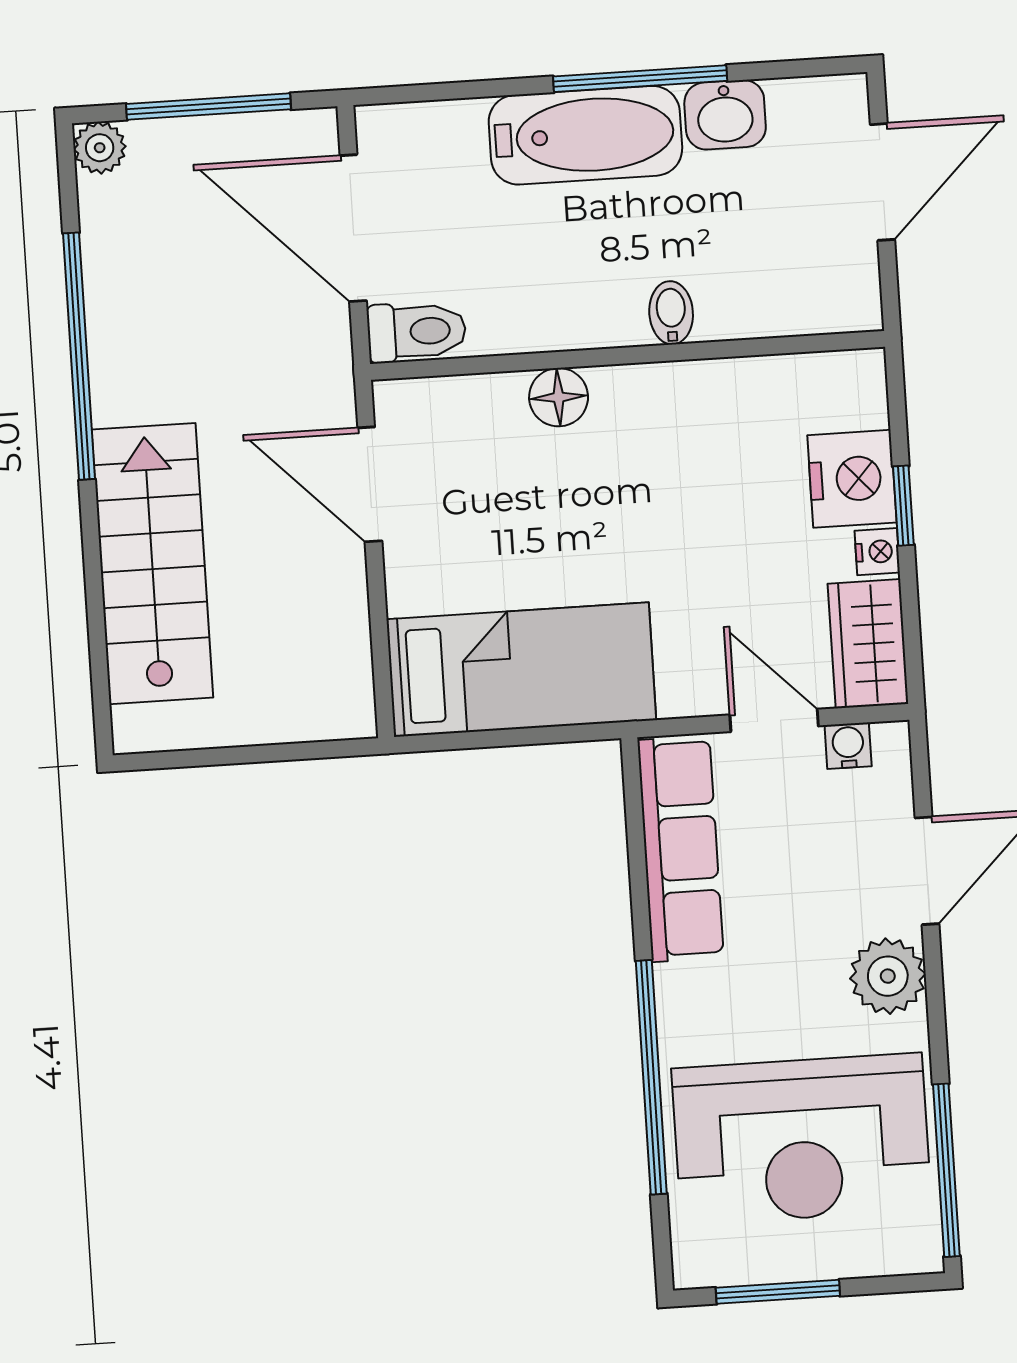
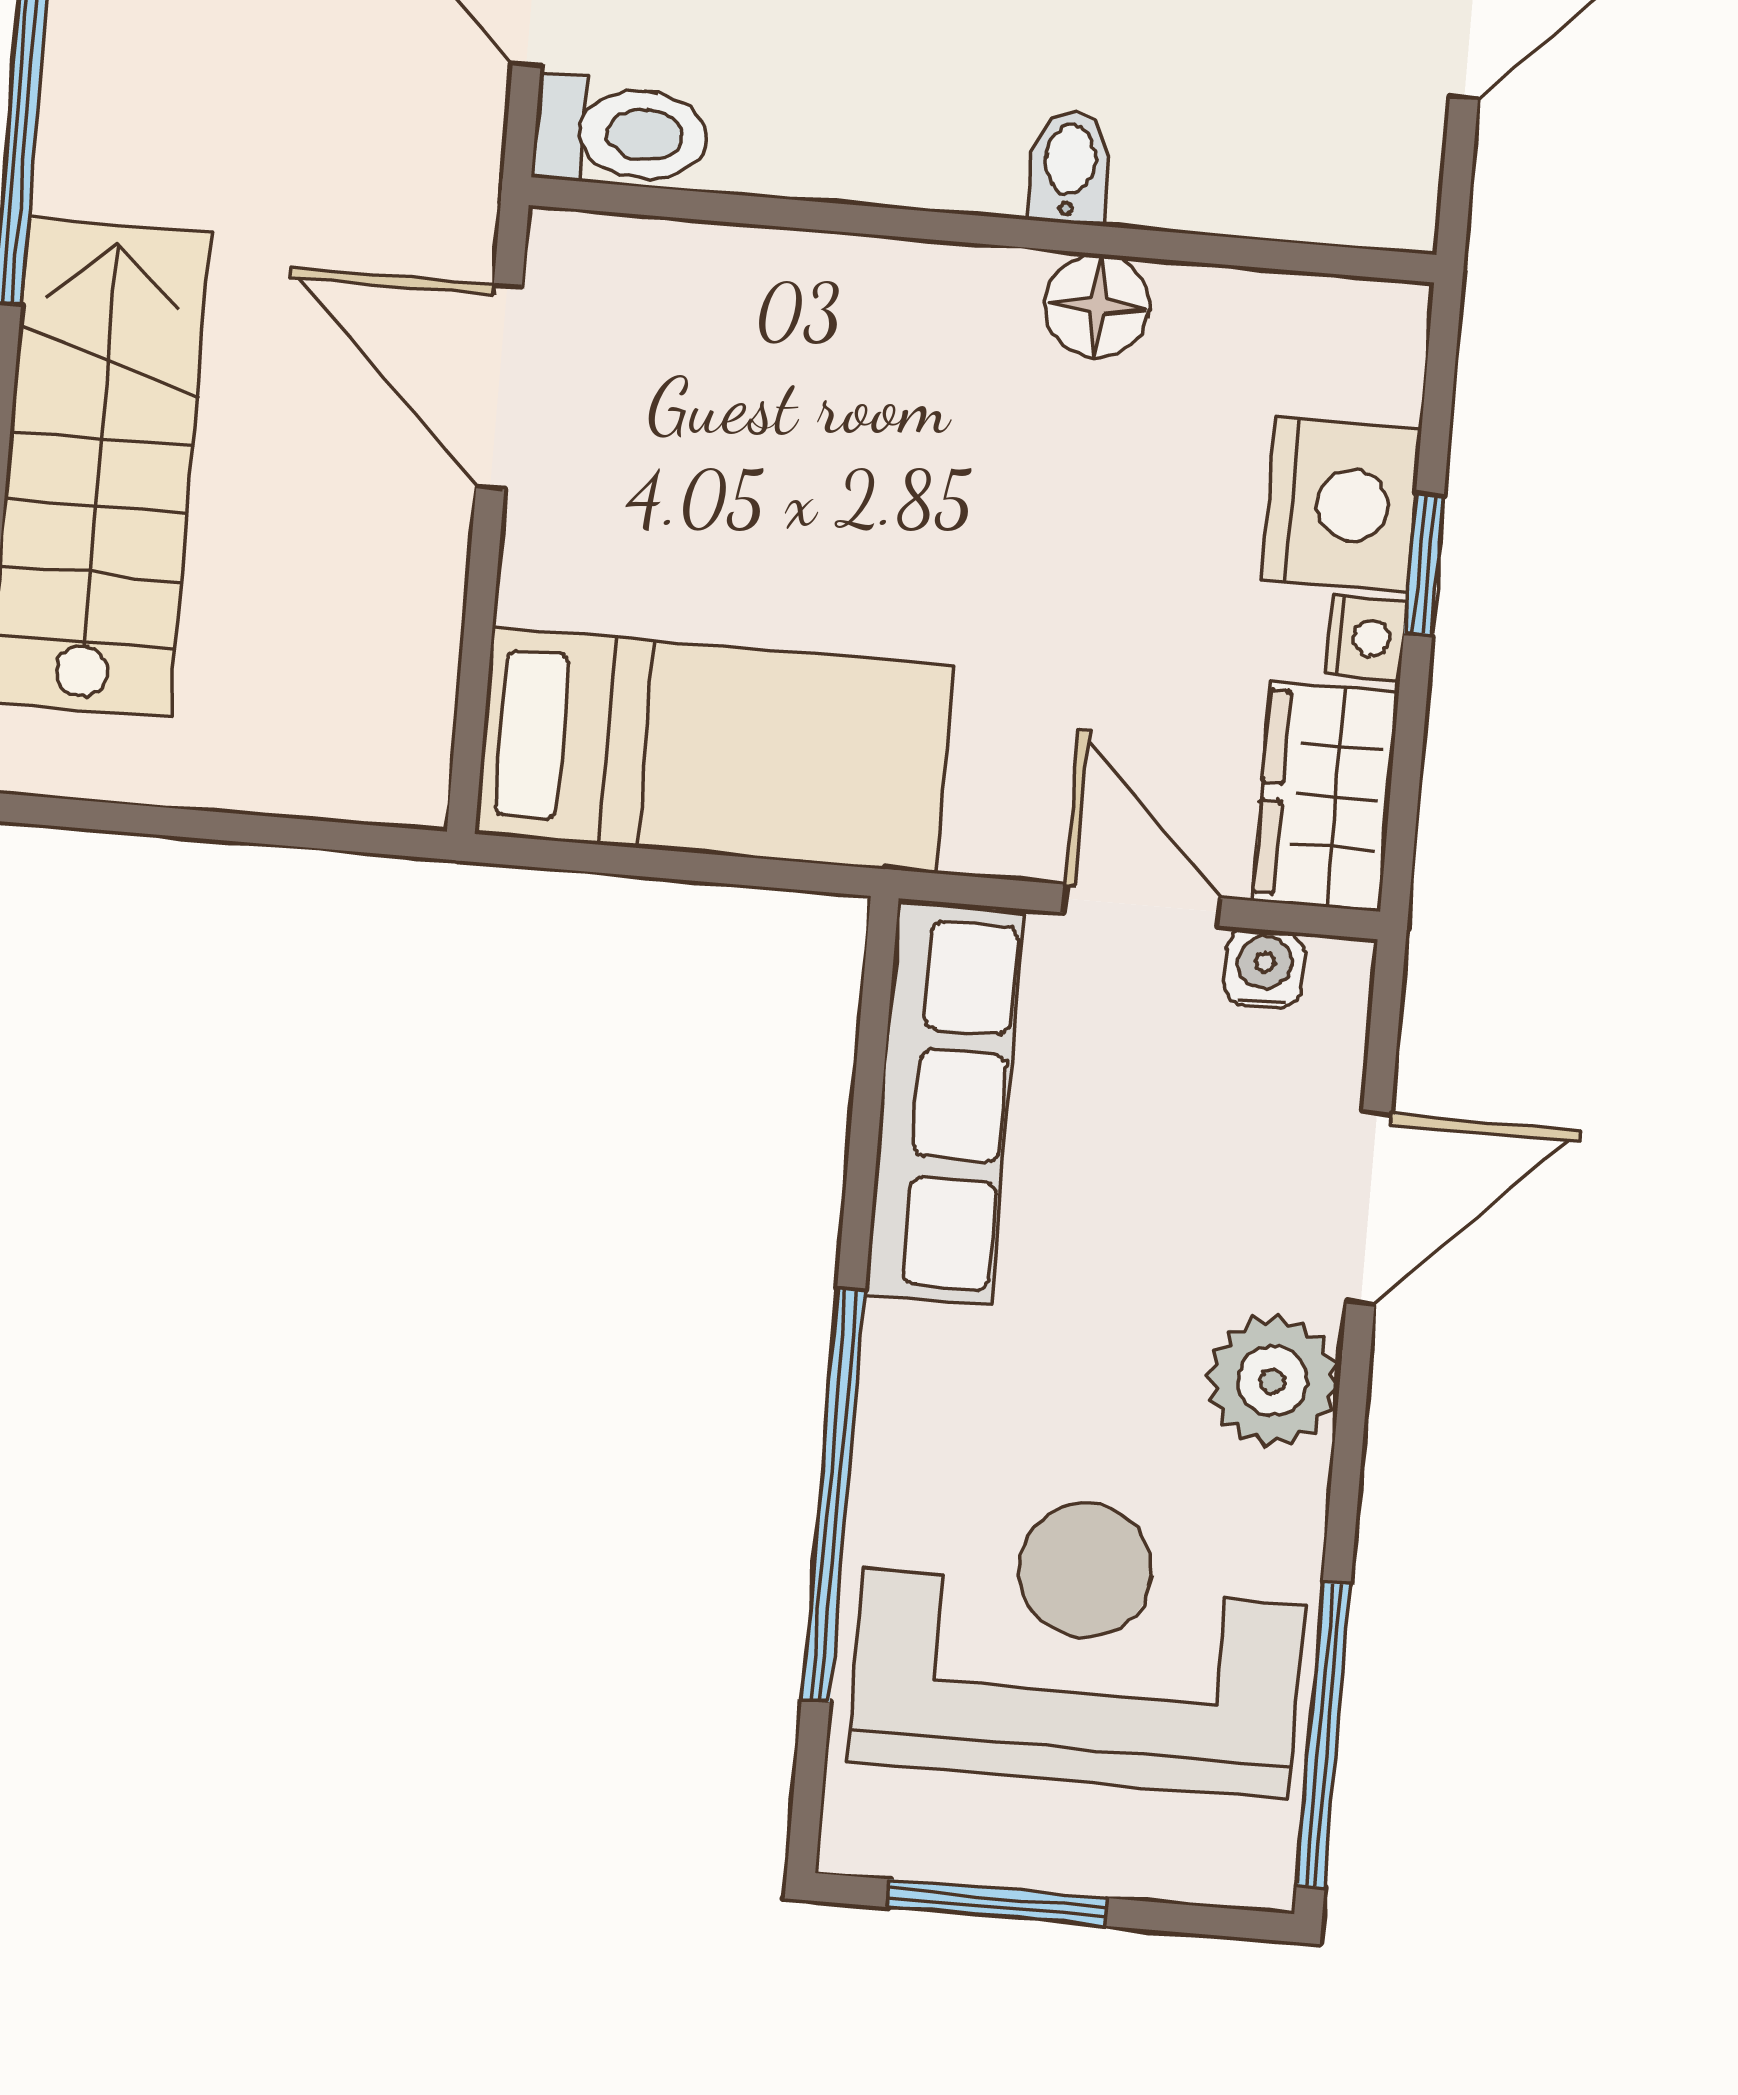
floor lamp: (559, 397) -> (1097, 306), moved
reception desk: (802, 1139) -> (1079, 1642), turned 180

